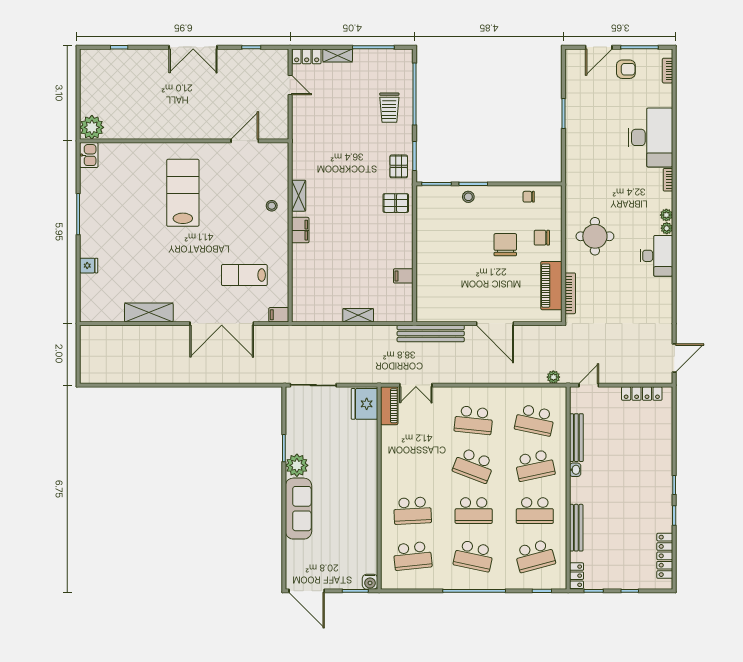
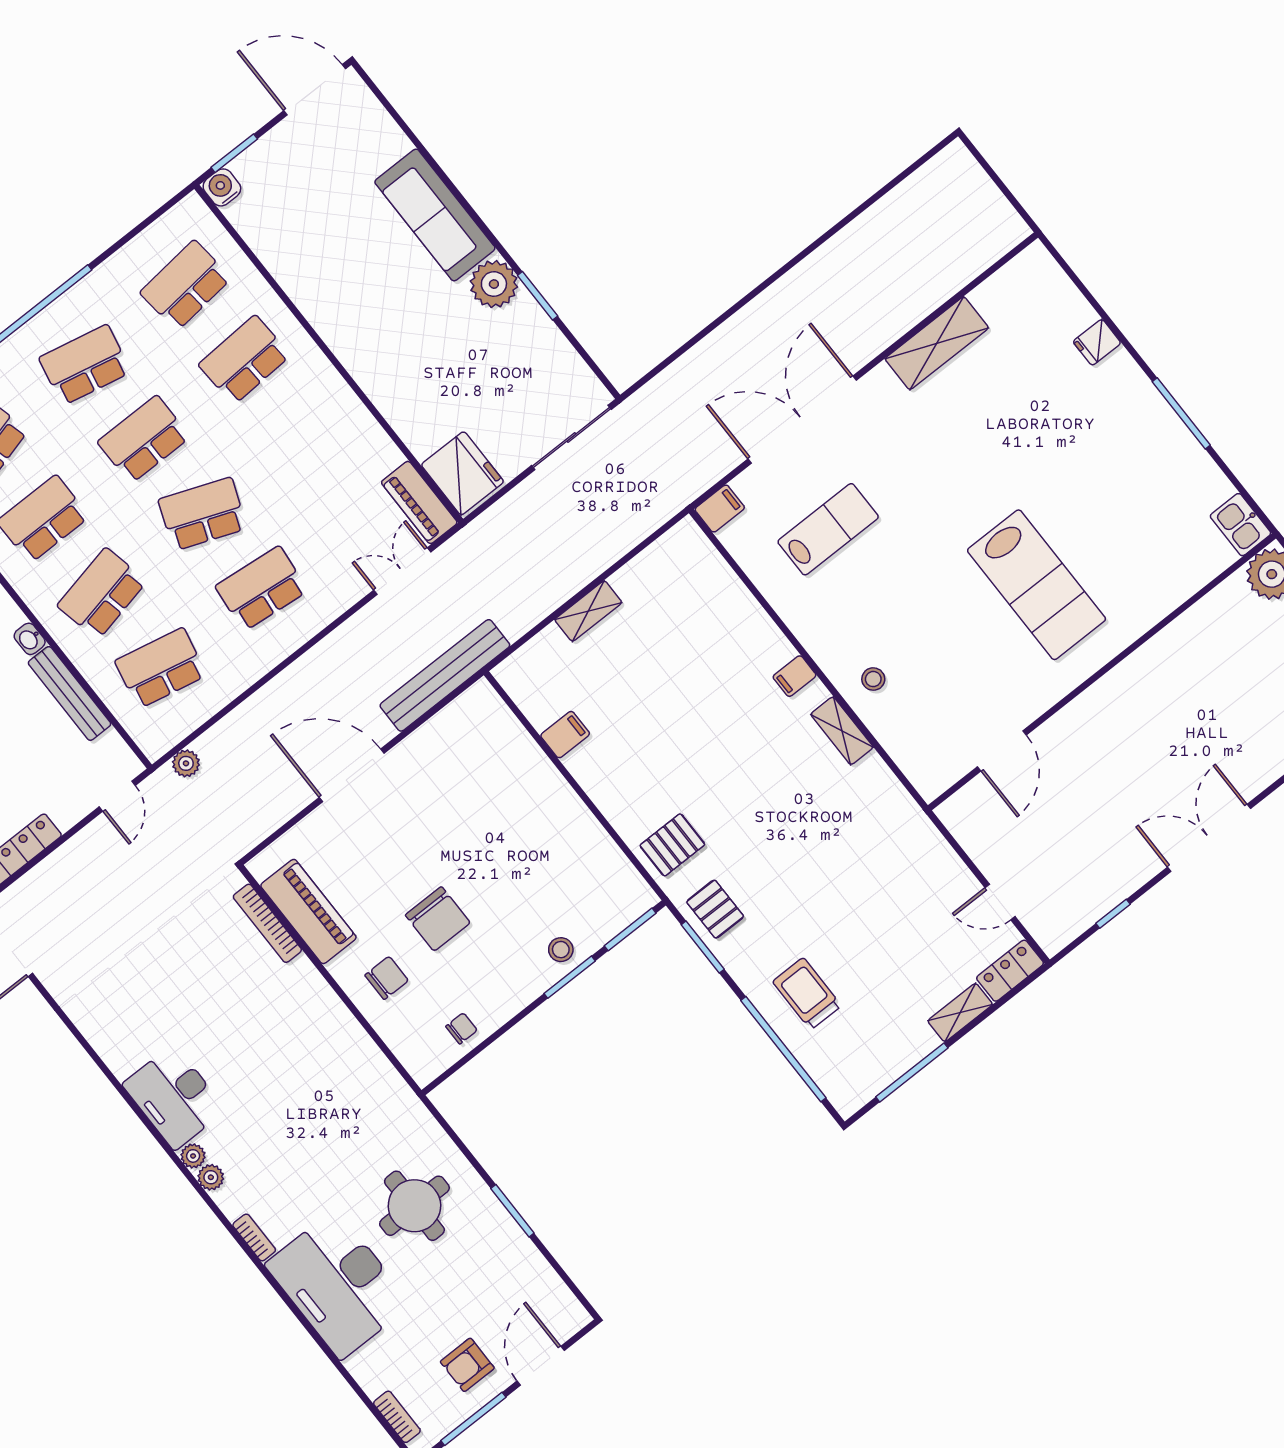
filing cabinet: (300, 230) -> (794, 676), width x0.50
round table: (595, 236) -> (414, 1206), moved

